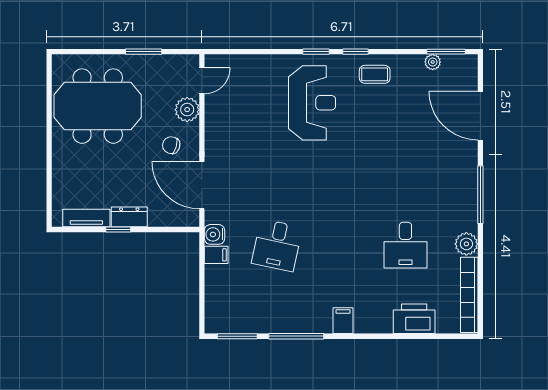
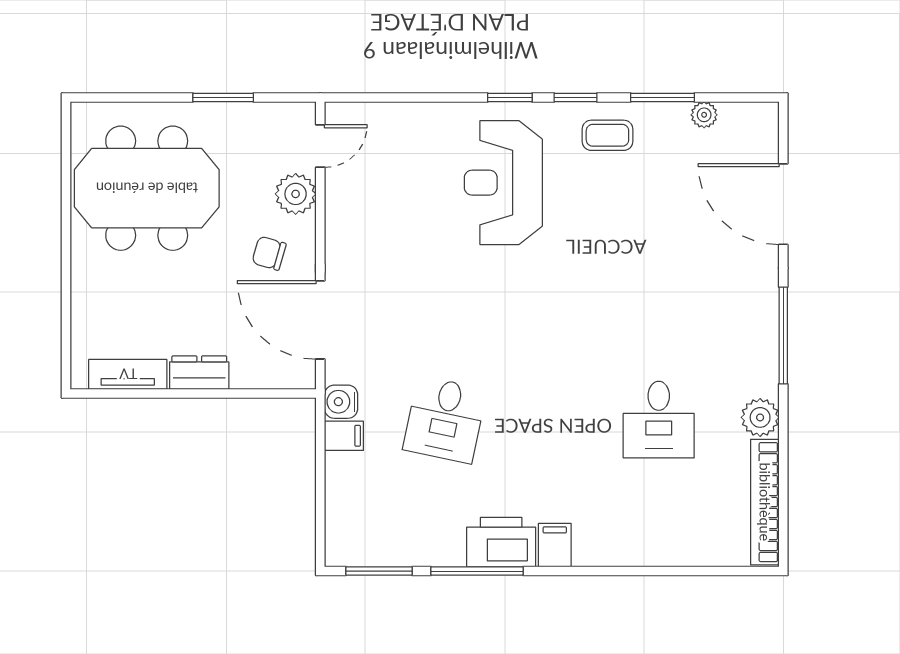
window: (446, 52) -> (662, 98), moved
reception desk: (312, 103) -> (503, 183), turned 180
window: (118, 229) -> (181, 393), removed
printer: (414, 319) -> (501, 542), moved

